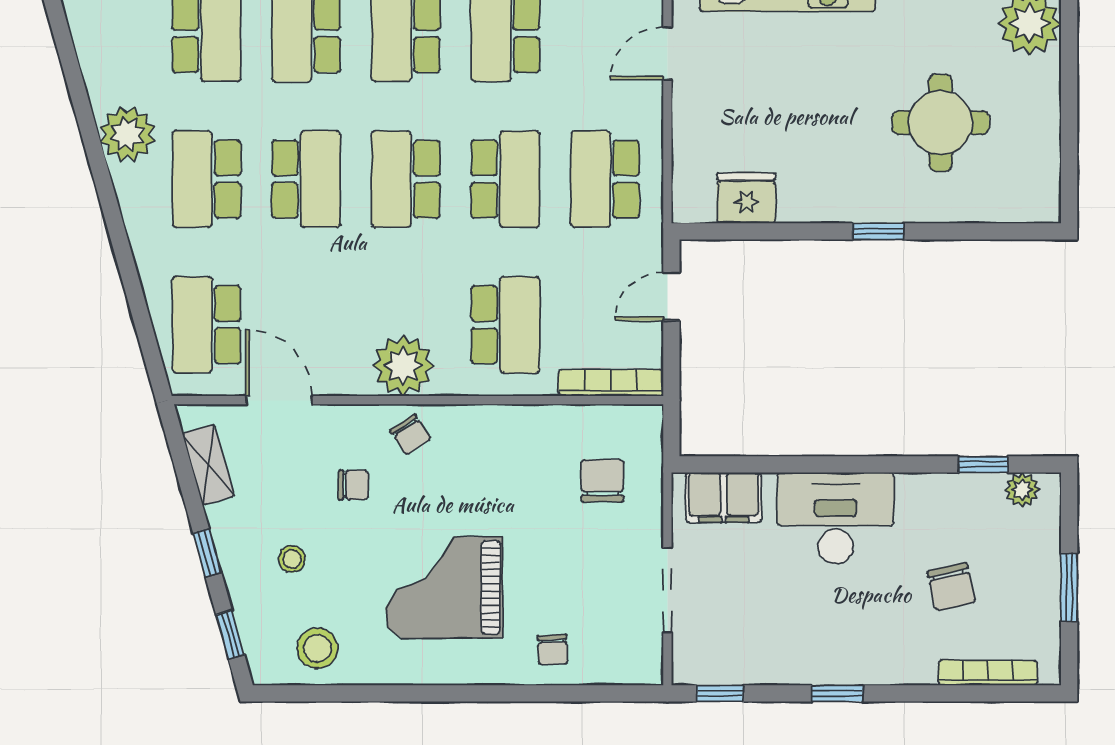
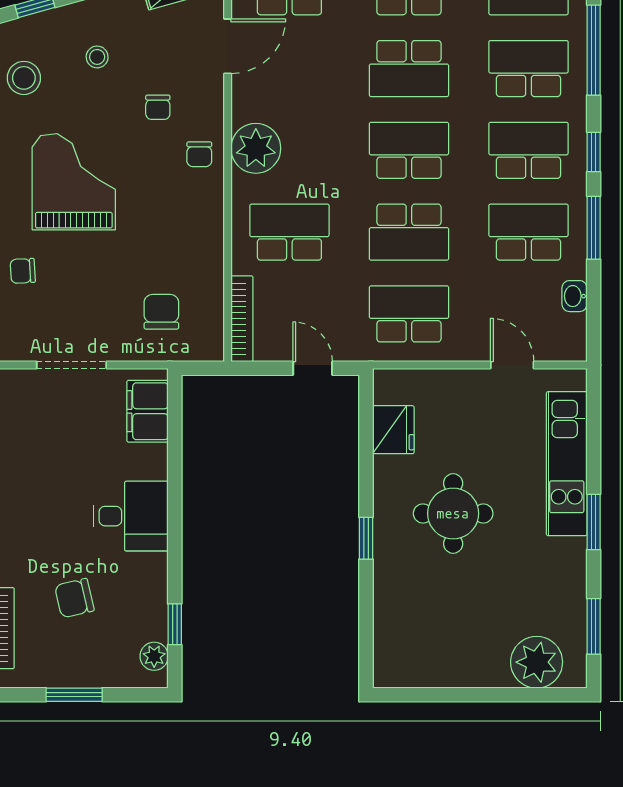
round table: (941, 123) -> (453, 513), moved
school desk: (505, 325) -> (289, 232), turned 180
chair: (411, 435) -> (199, 154), turned -56
chair: (602, 481) -> (161, 312), turned -90
desk: (836, 518) -> (131, 516), width x0.73

